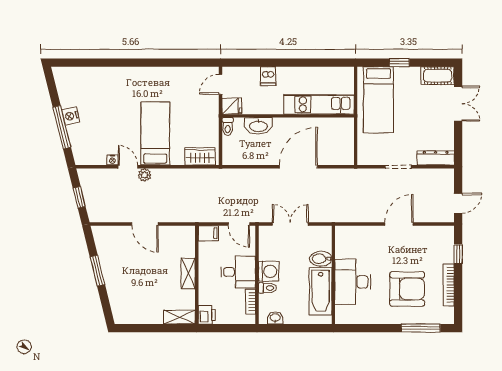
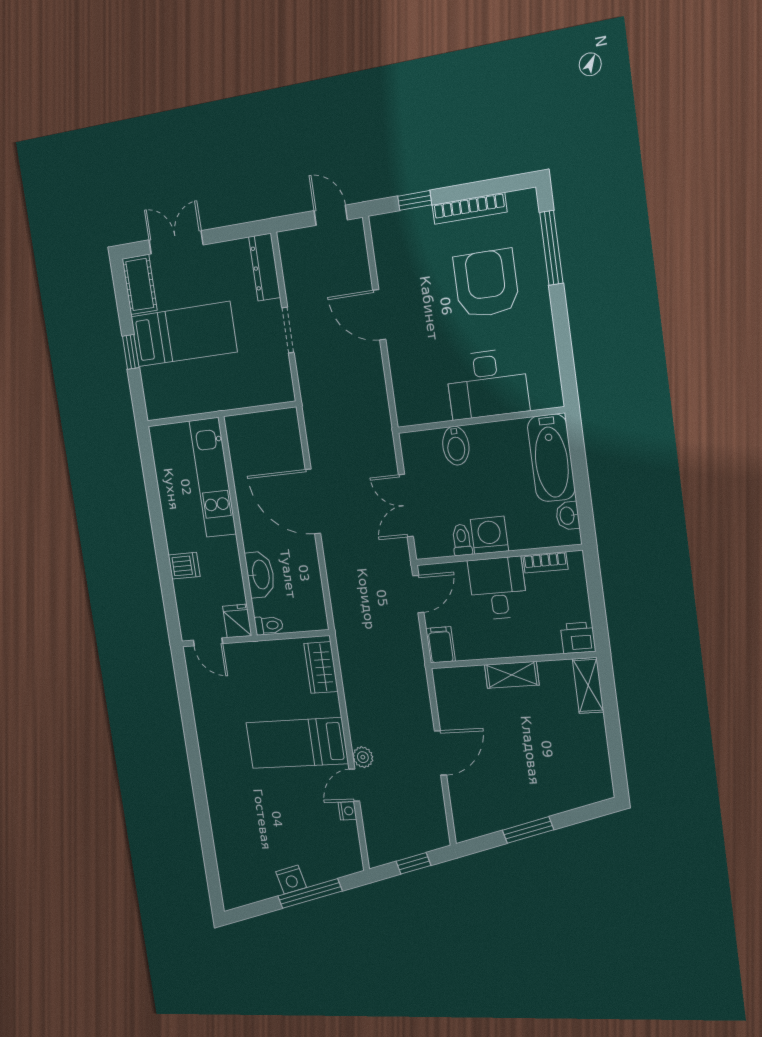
bed: (379, 100) -> (184, 334), moved
toilet: (267, 288) -> (462, 540), moved
bathtub: (321, 291) -> (551, 458), moved, turned 90

